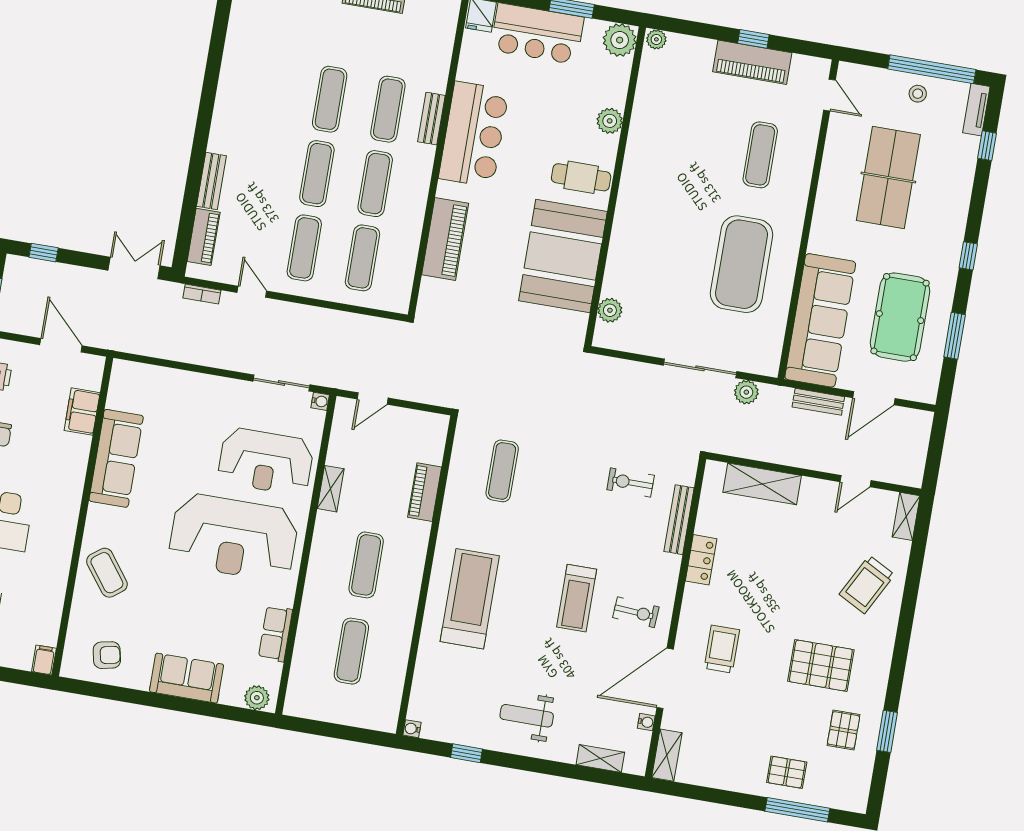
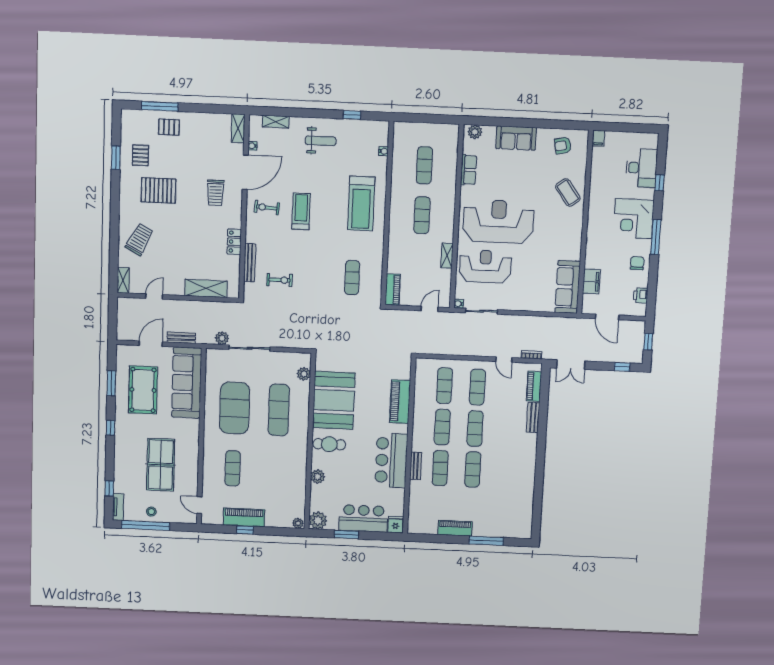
exercise mat: (663, 251) -> (279, 410), added
sofa: (116, 458) -> (568, 287), moved
piano: (425, 492) -> (393, 290), moved
water cooler: (412, 729) -> (383, 151), moved

